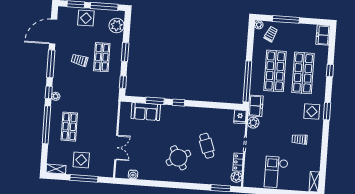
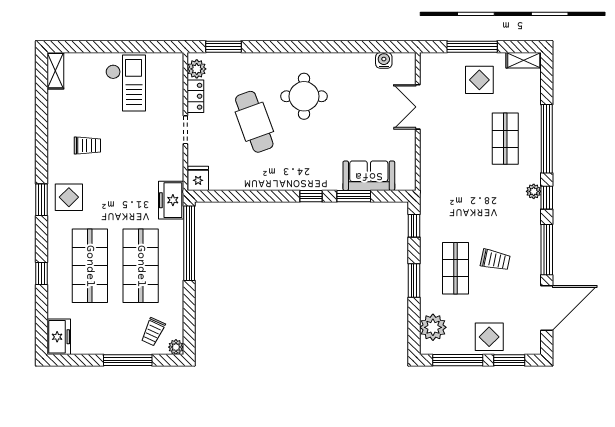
plant: (253, 123) -> (173, 169), removed
cafe table: (207, 146) -> (254, 122), width x1.37, depth x1.35
round table: (178, 158) -> (304, 96), turned 30

